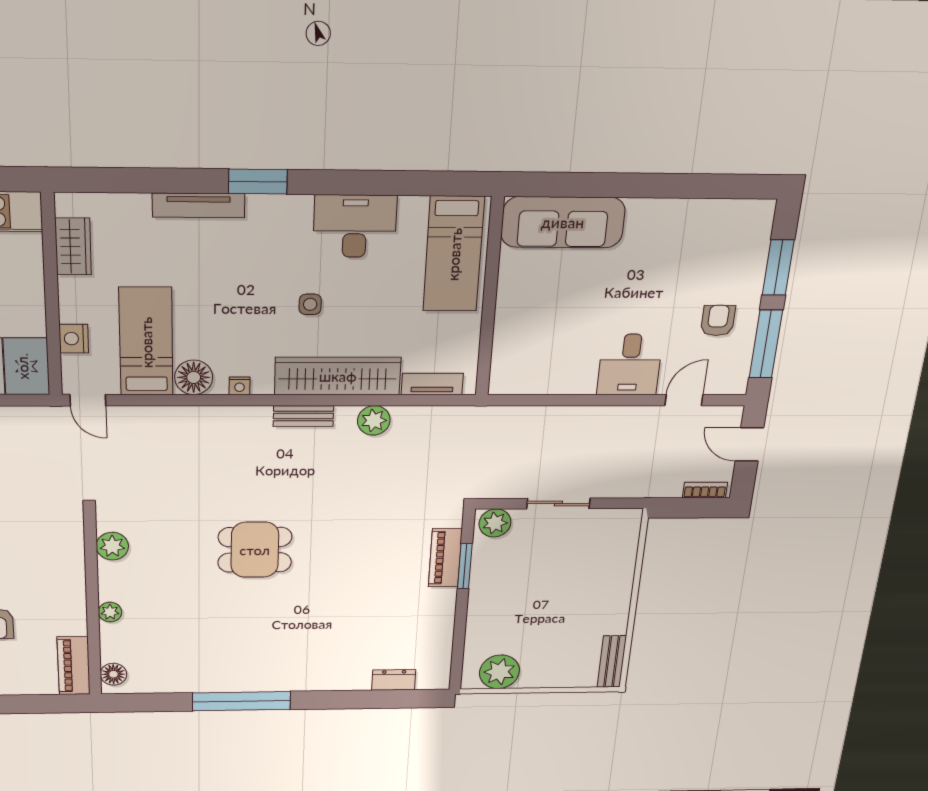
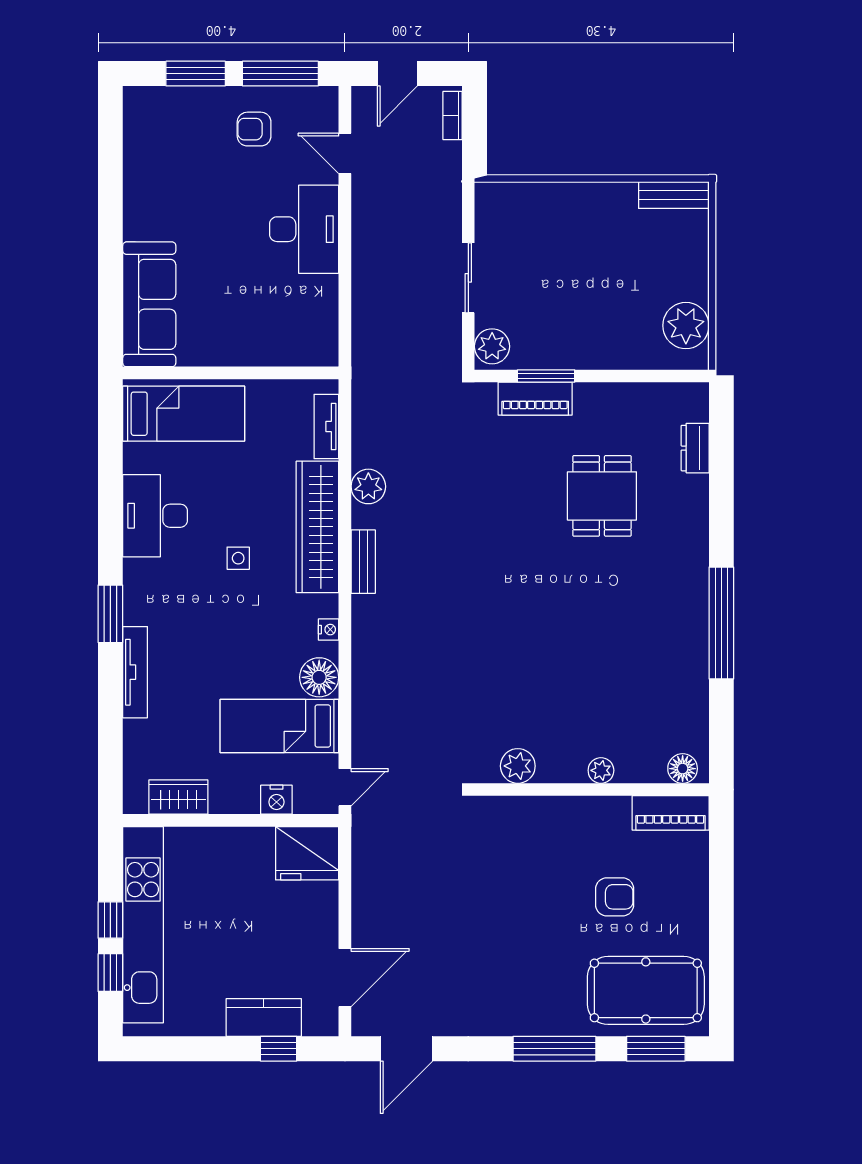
desk: (630, 365) -> (304, 229), width x1.37
dining table: (255, 550) -> (602, 496), moved

